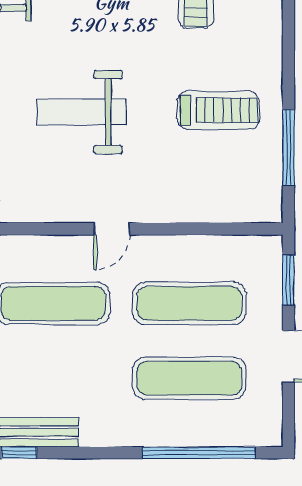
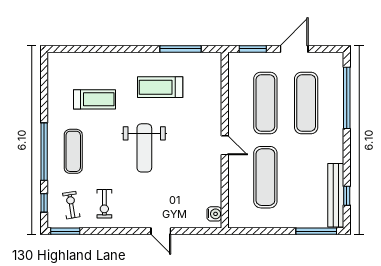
treadmill: (218, 110) -> (160, 87), turned -90
weight bench: (82, 112) -> (144, 148), moved

